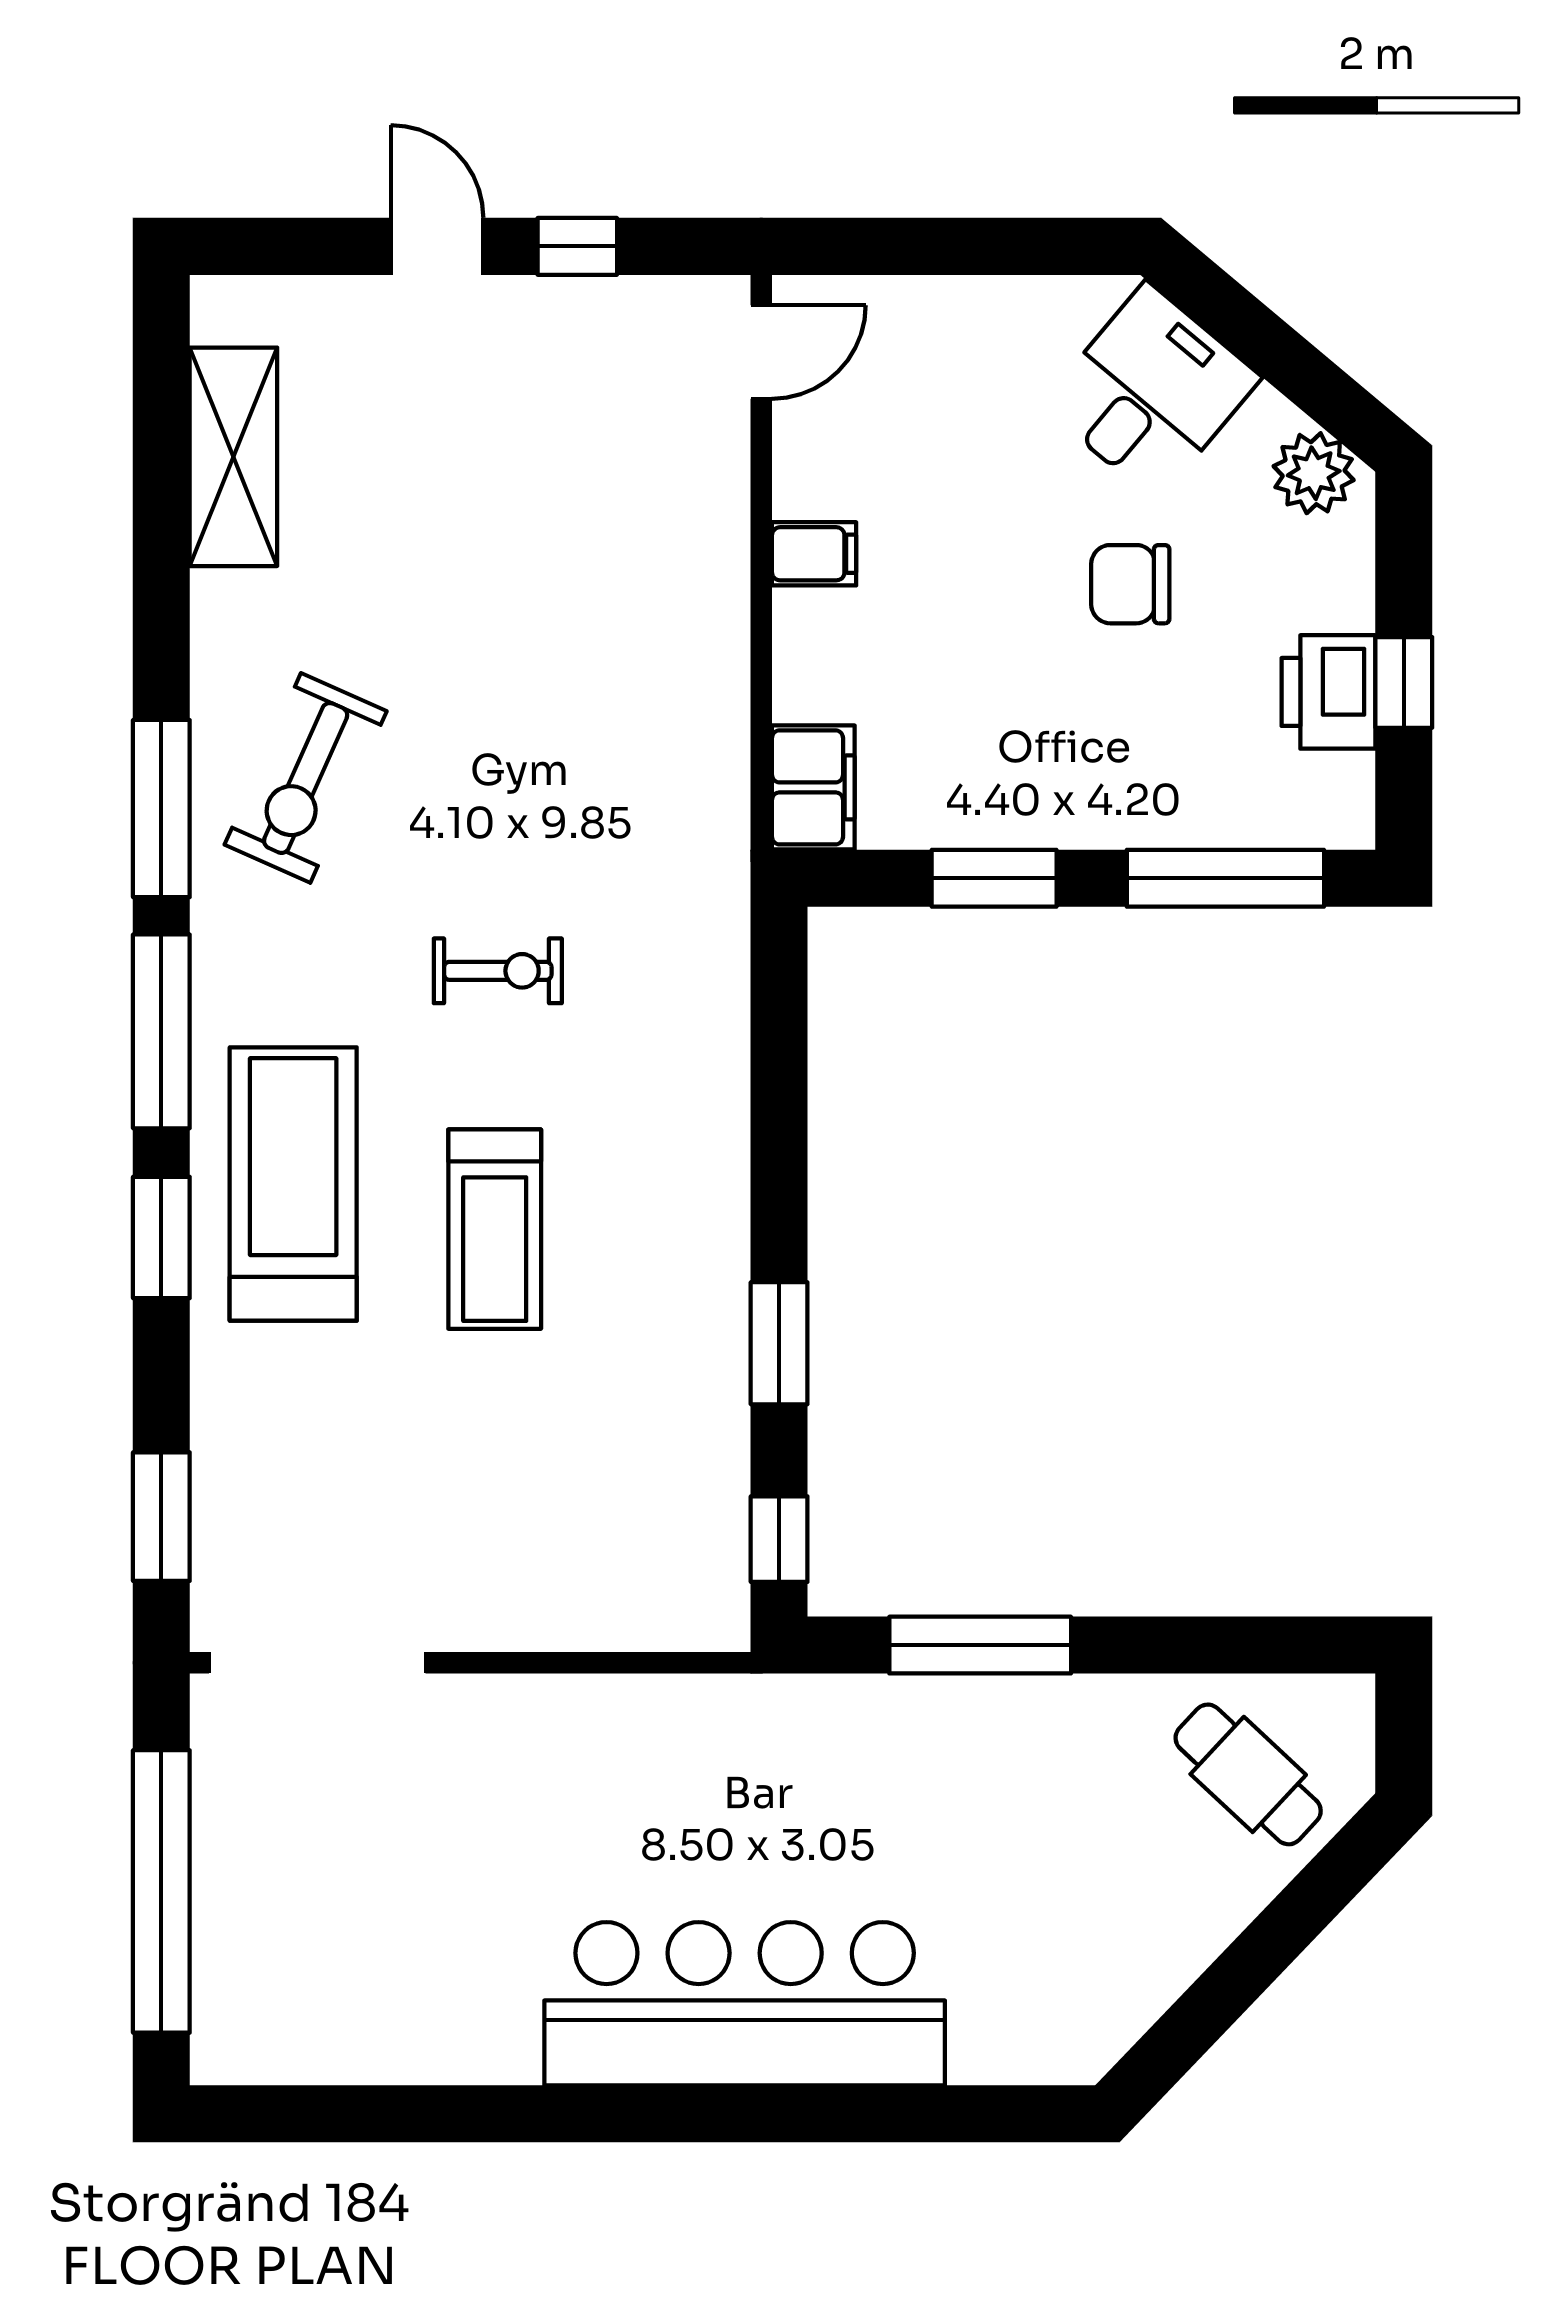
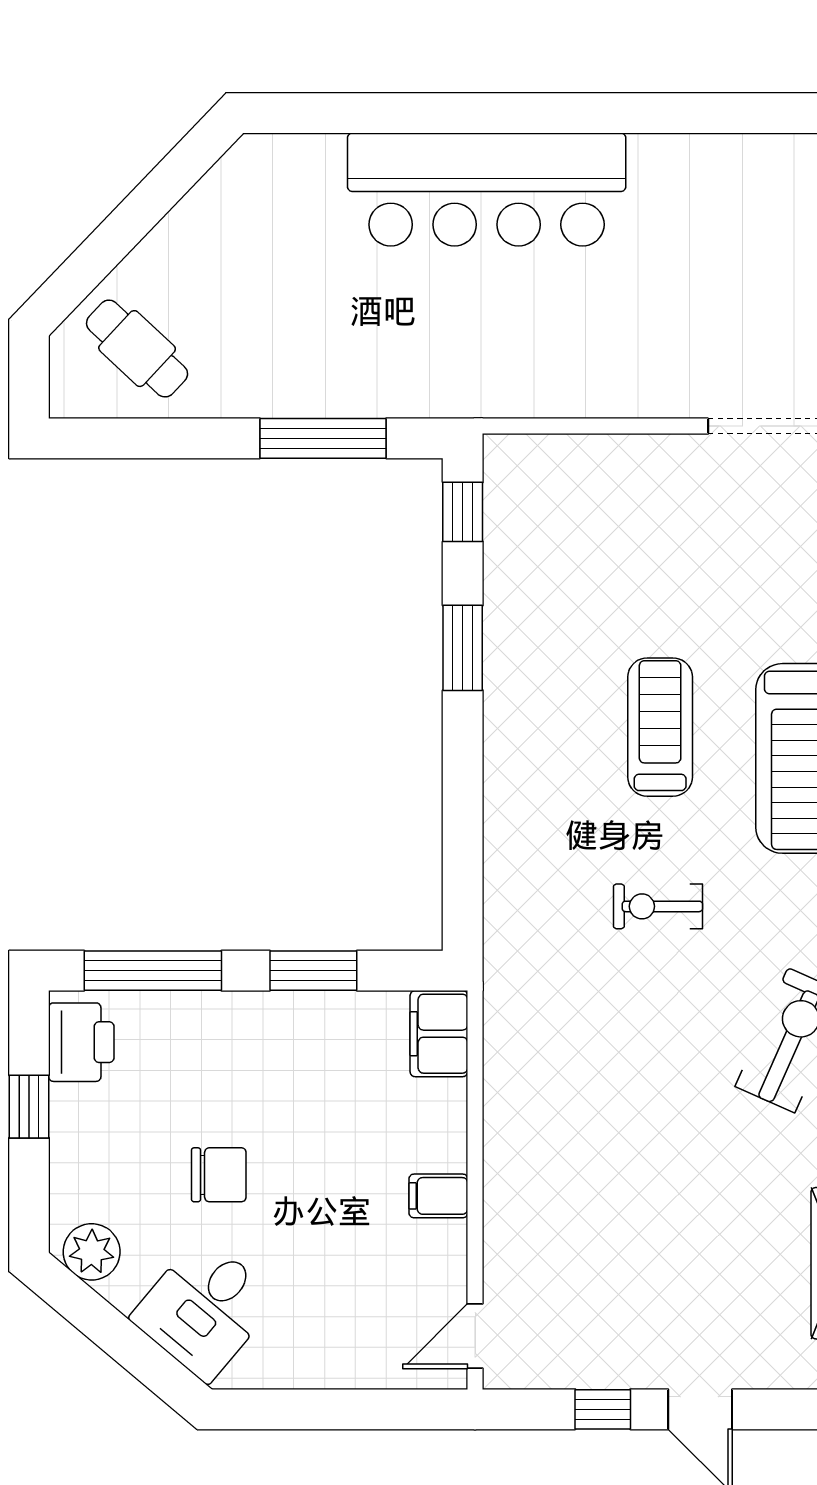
printer: (1329, 692) -> (81, 1042), moved

